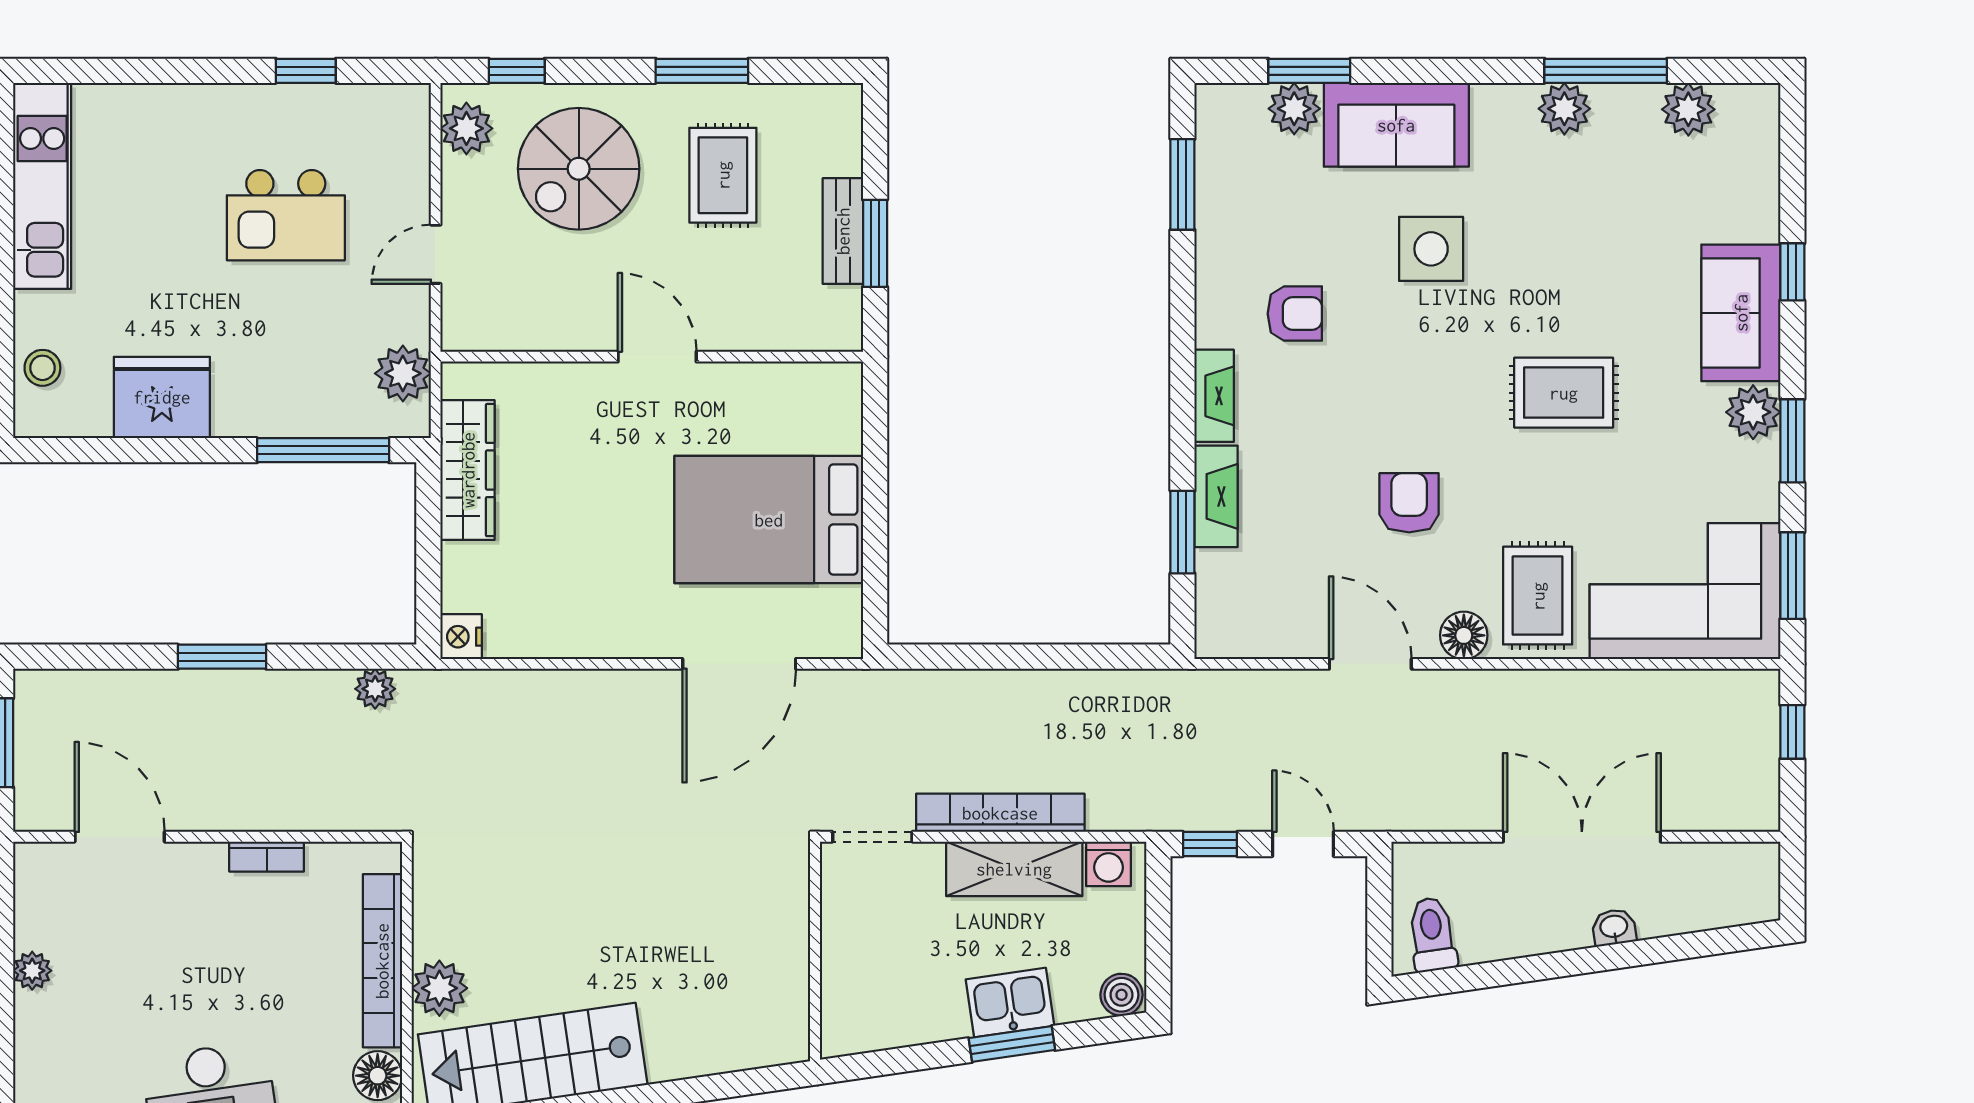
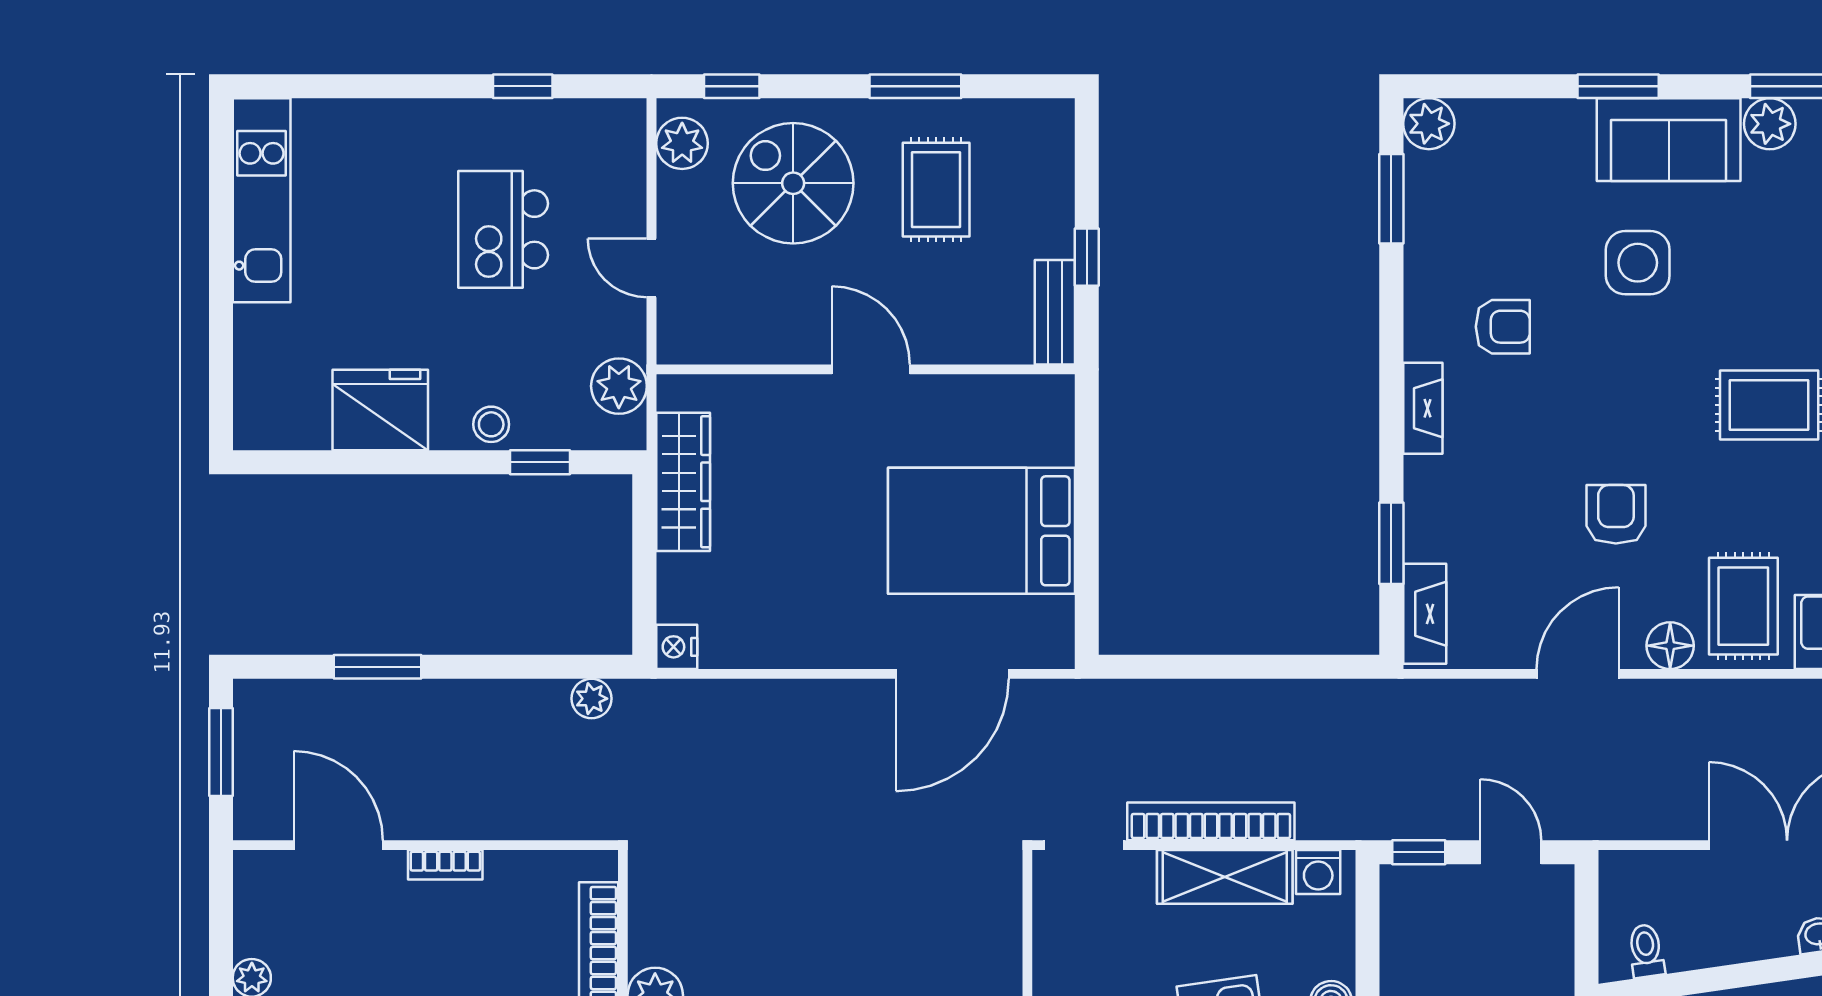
window: (1309, 71) -> (1618, 86), moved
plant: (1294, 109) -> (1429, 124), moved
sofa: (1396, 125) -> (1669, 140), moved
spiral stairs: (579, 169) -> (793, 183), turned 90
kitchen island: (286, 215) -> (503, 229), turned 90
bench: (843, 231) -> (1055, 312), moved
window: (875, 243) -> (1087, 257), width x0.67
door: (436, 254) -> (652, 268), hinge flipped
stool: (42, 368) -> (491, 424), moved
window: (323, 450) -> (540, 462), width x0.46
fireplace: (1216, 496) -> (1425, 614), moved
window: (222, 657) -> (378, 667), moved
door: (1370, 664) -> (1578, 674), hinge flipped
bookcase: (267, 857) -> (445, 865), moved
toilet: (1432, 934) -> (1646, 951), width x0.73, depth x0.72

